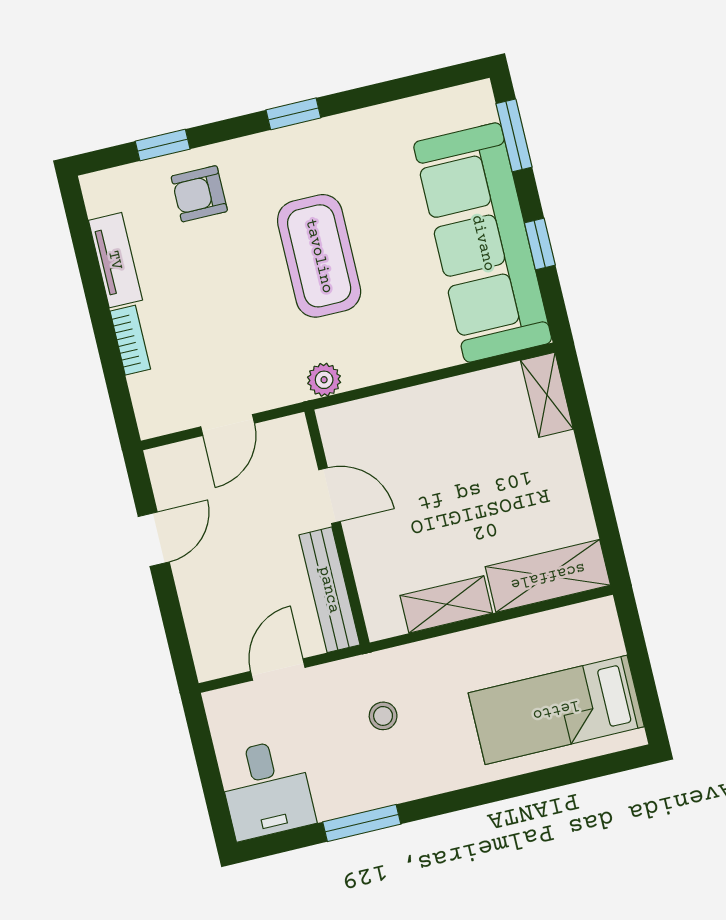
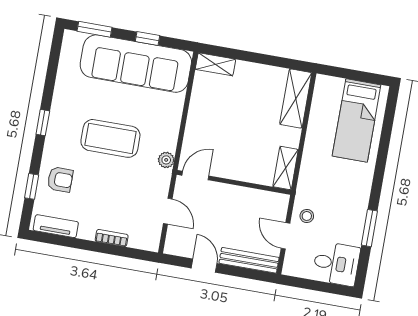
armchair: (199, 194) -> (60, 180), turned -90
tv unit: (115, 260) -> (56, 226), moved
door: (330, 496) -> (195, 176), moved
bench: (329, 590) -> (249, 260), moved
shelving: (446, 604) -> (286, 168), moved
stool: (383, 716) -> (307, 216), moved

